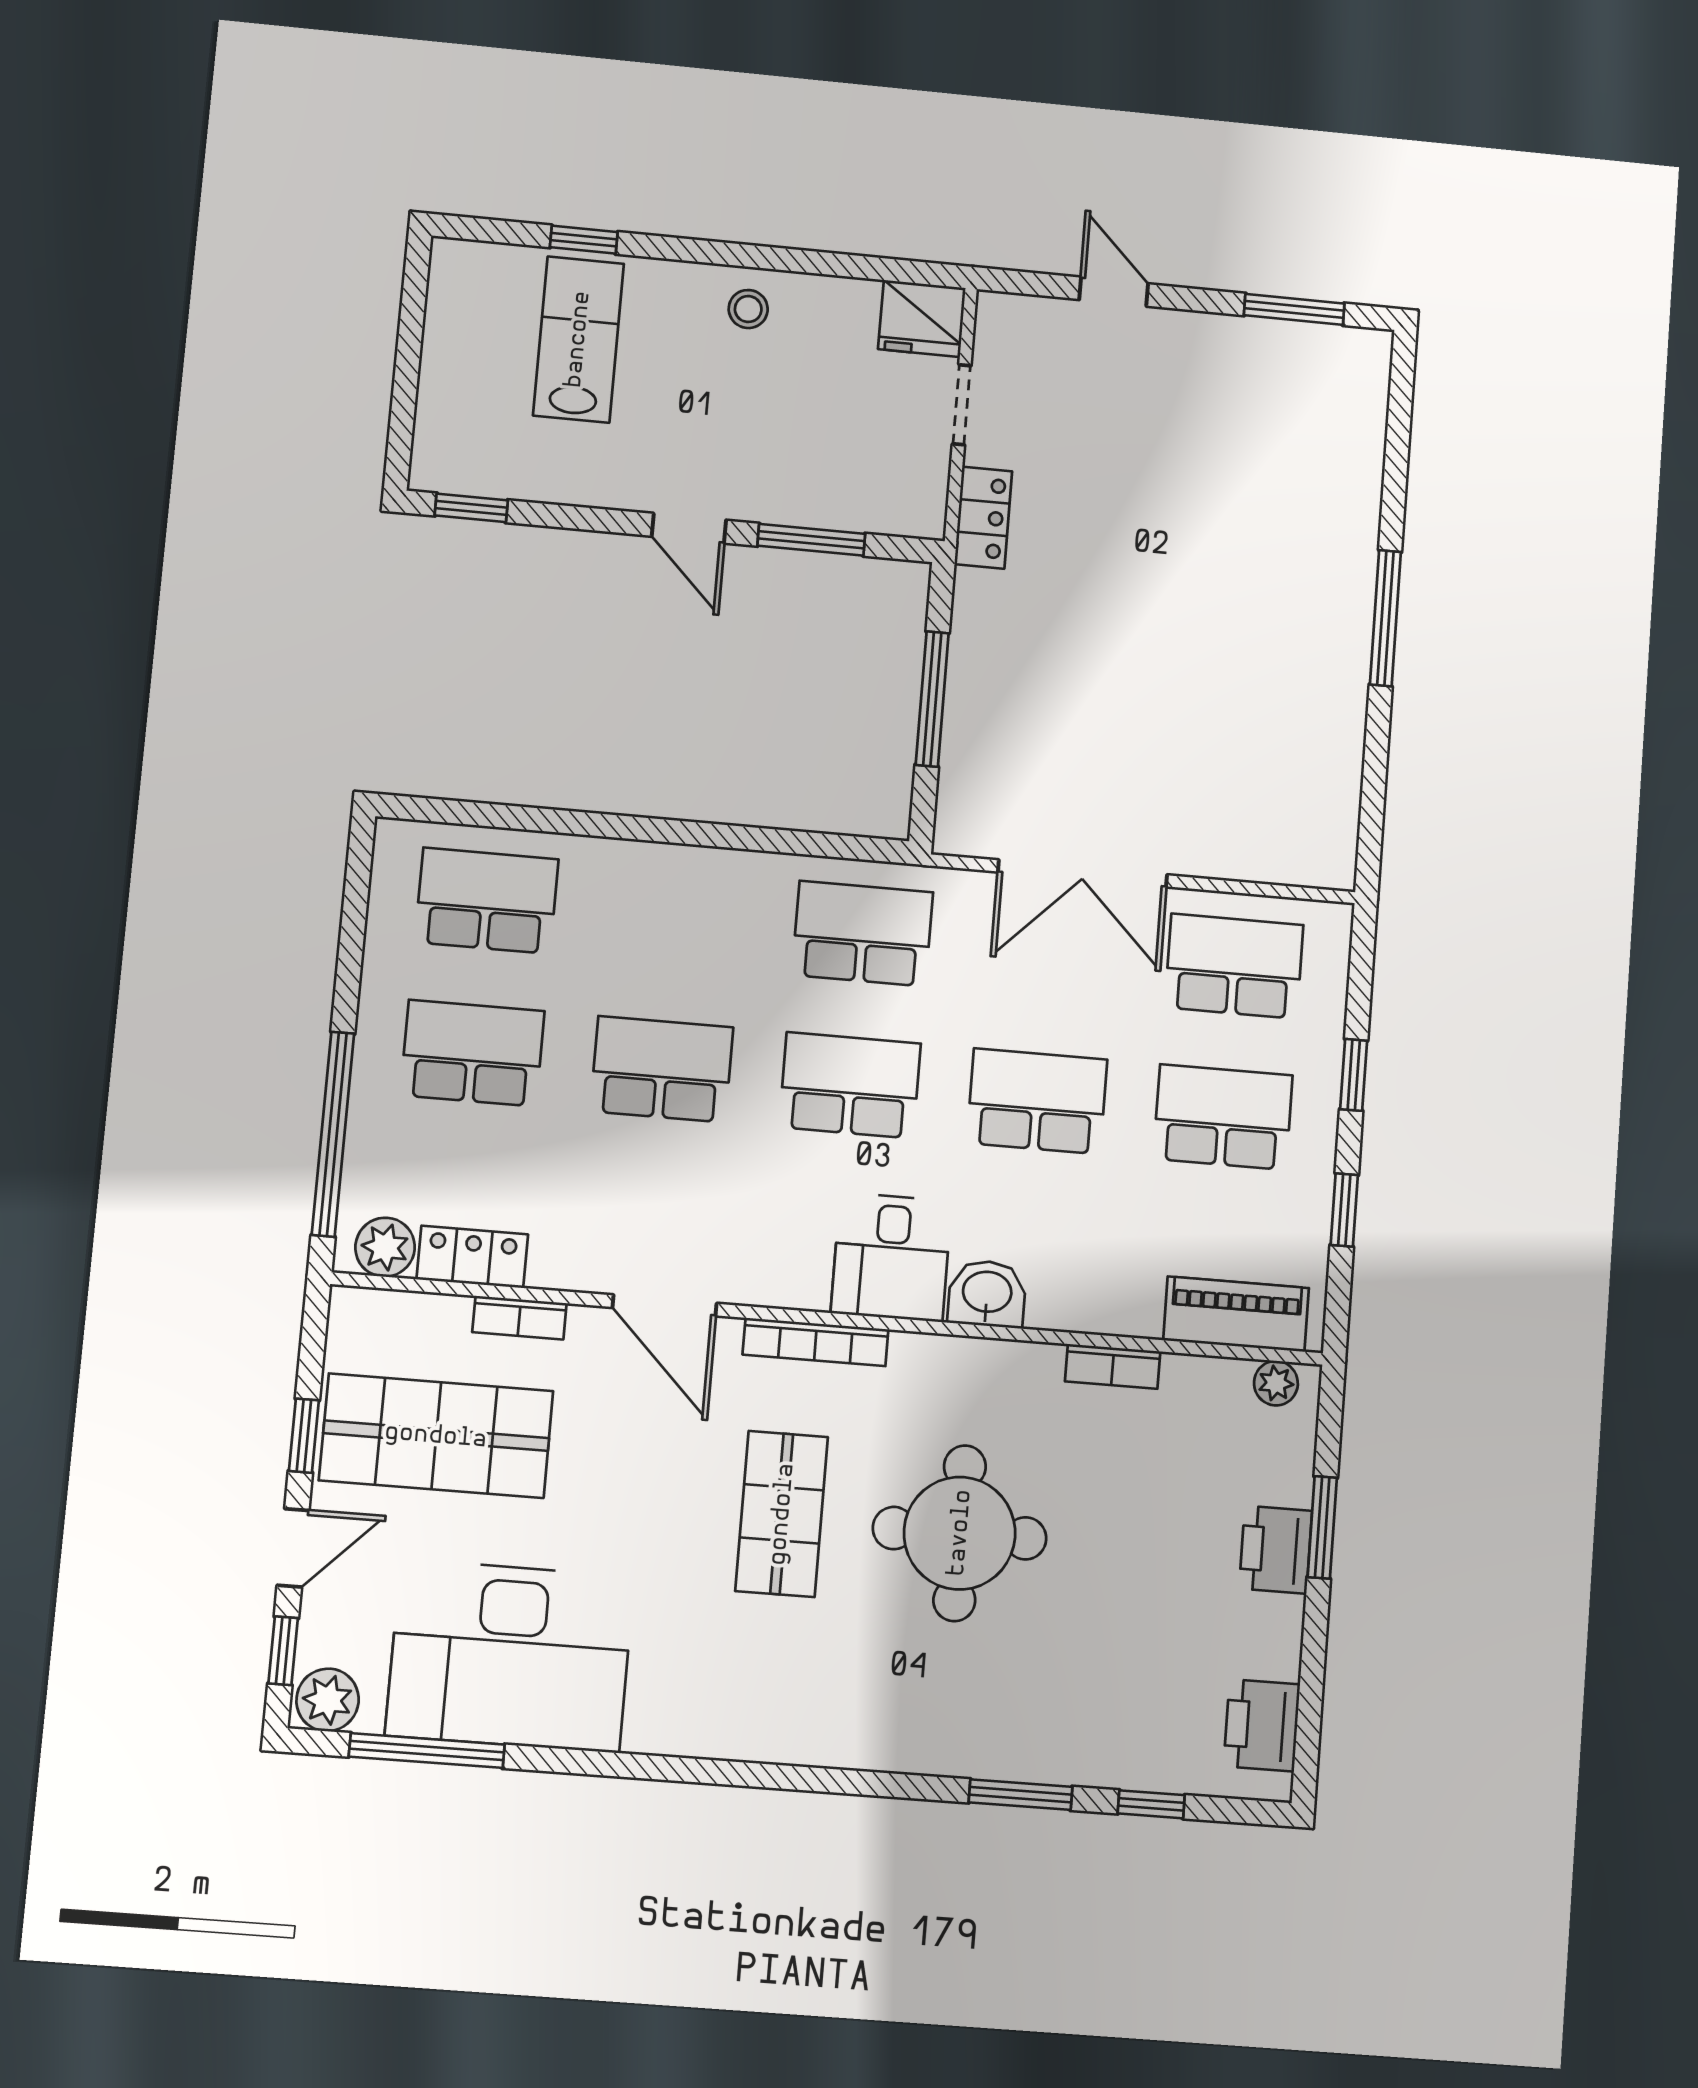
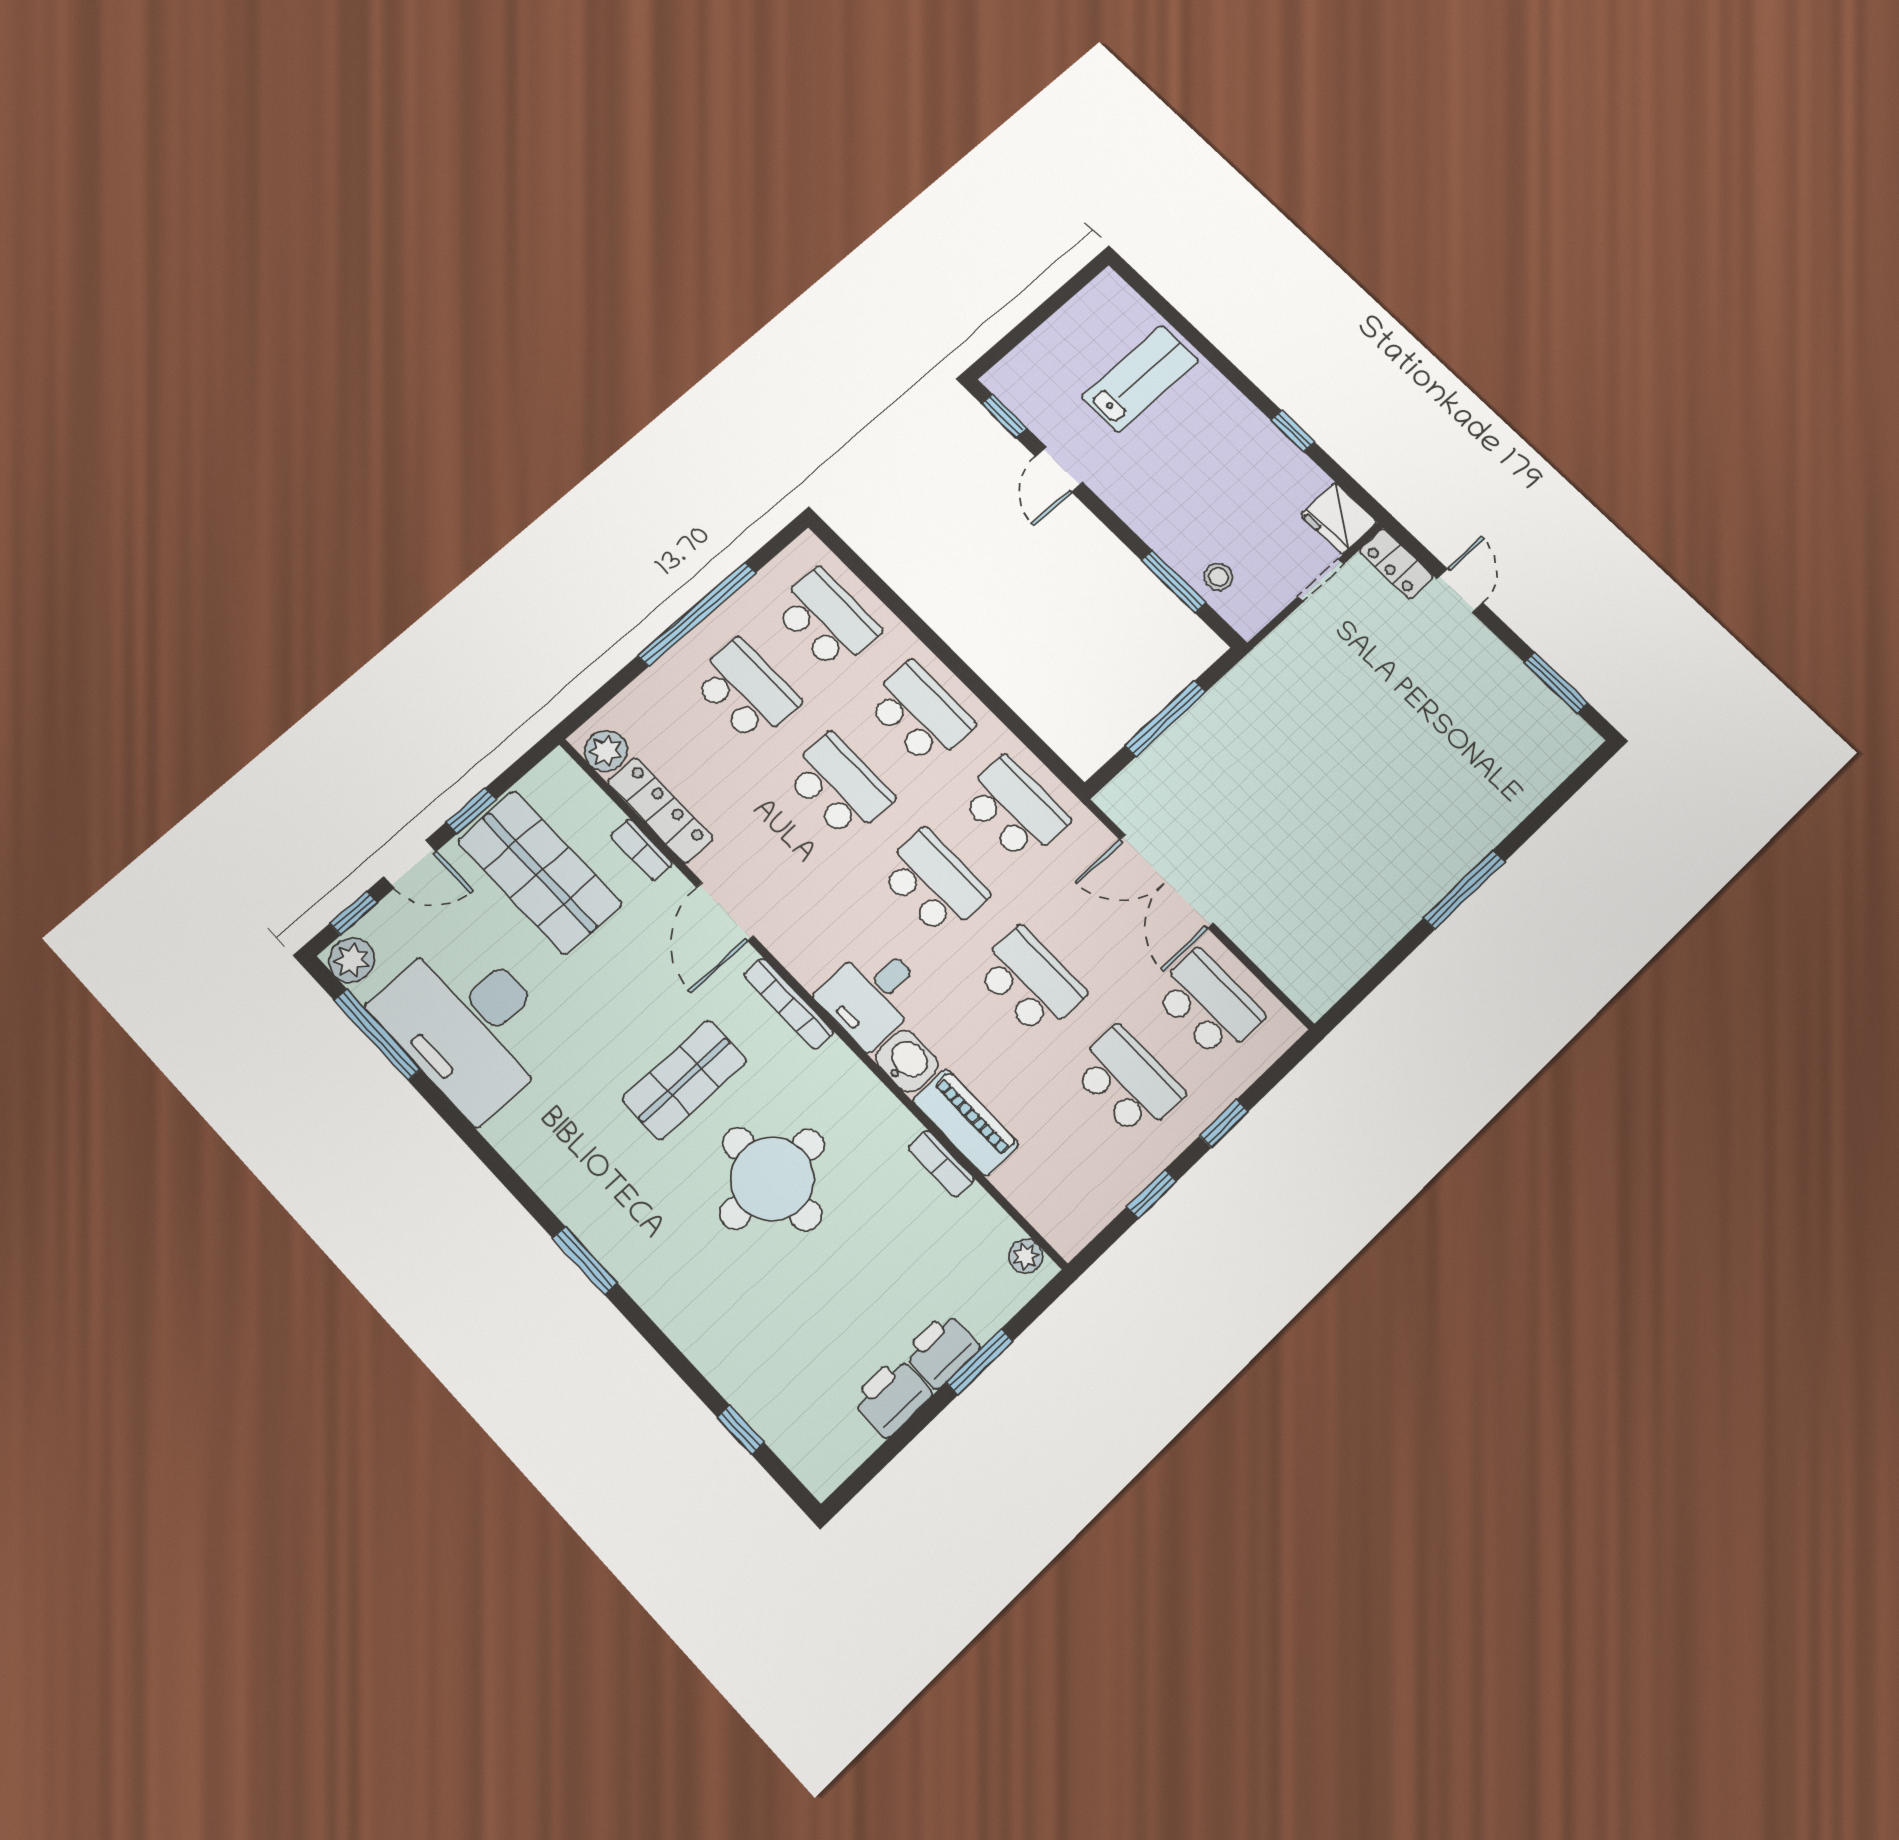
window: (584, 240) -> (1293, 431), moved
stool: (748, 309) -> (1218, 577), moved
locker: (983, 518) -> (1396, 564), moved, turned 90
door: (689, 528) -> (1059, 469), moved
school desk: (675, 917) -> (920, 713), added
window: (333, 1134) -> (697, 614), moved
locker: (472, 1257) -> (660, 810), width x1.53
piano: (1236, 1314) -> (966, 1123), moved
printer: (1262, 1725) -> (892, 1397), moved
window: (1020, 1795) -> (585, 1261), moved

